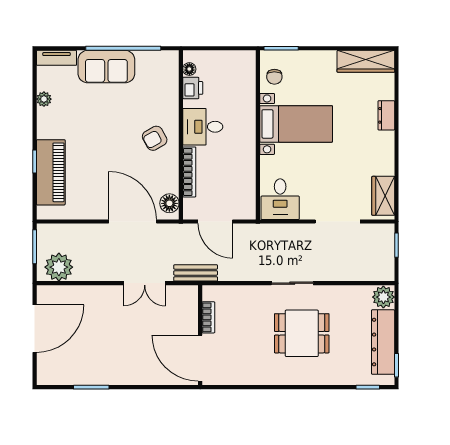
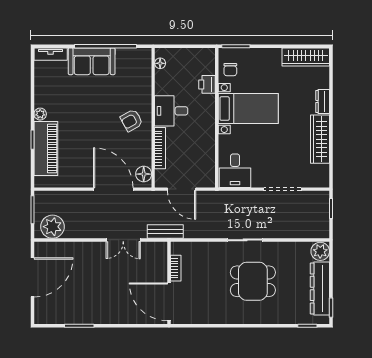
printer: (193, 88) -> (207, 84), moved, turned 180
plant: (44, 99) -> (40, 114), moved
wardrobe: (383, 196) -> (320, 139), moved, width x1.50

